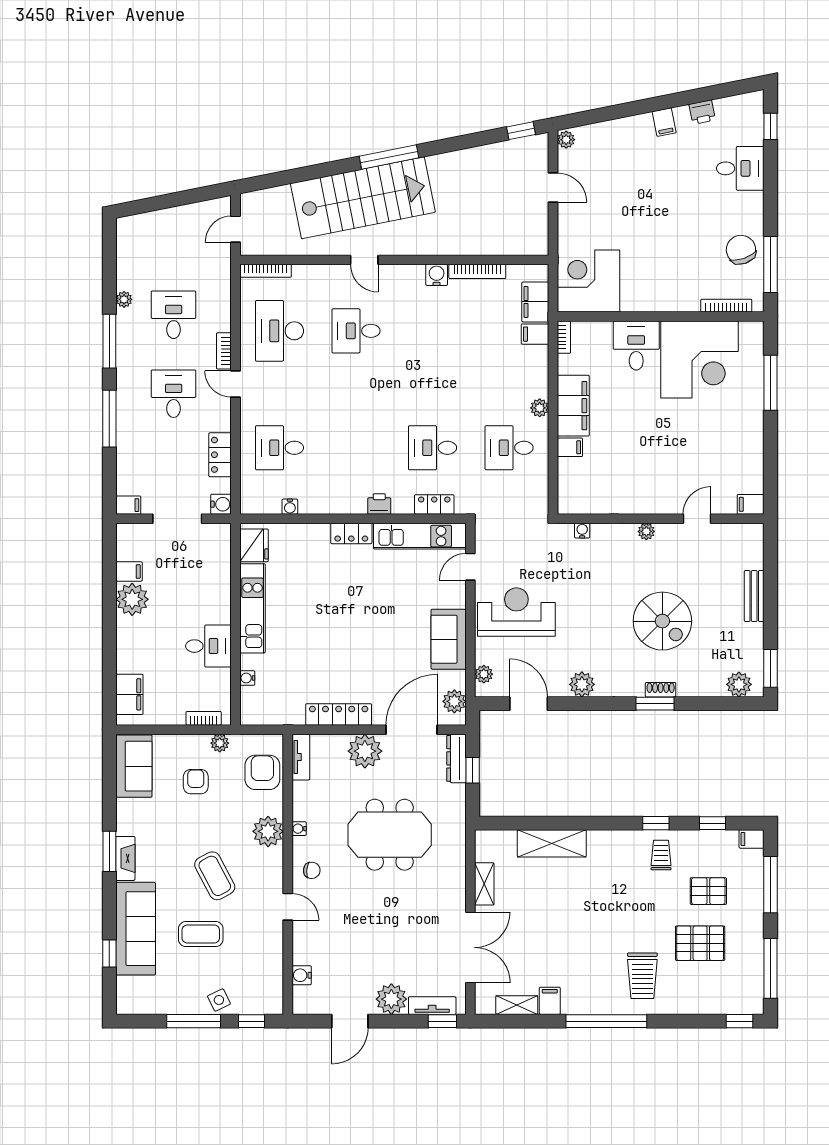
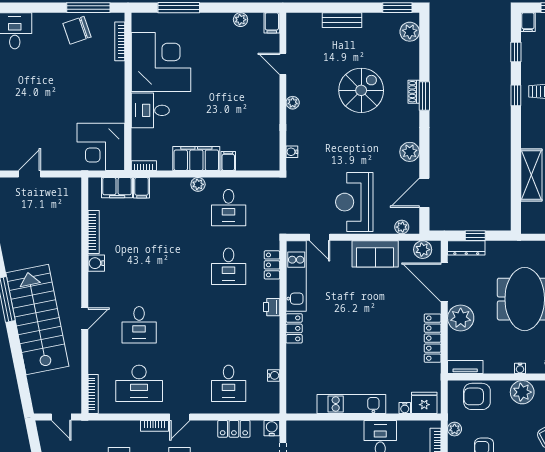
plant: (755, 463) -> (241, 20), added
fridge: (254, 545) -> (424, 403), moved

